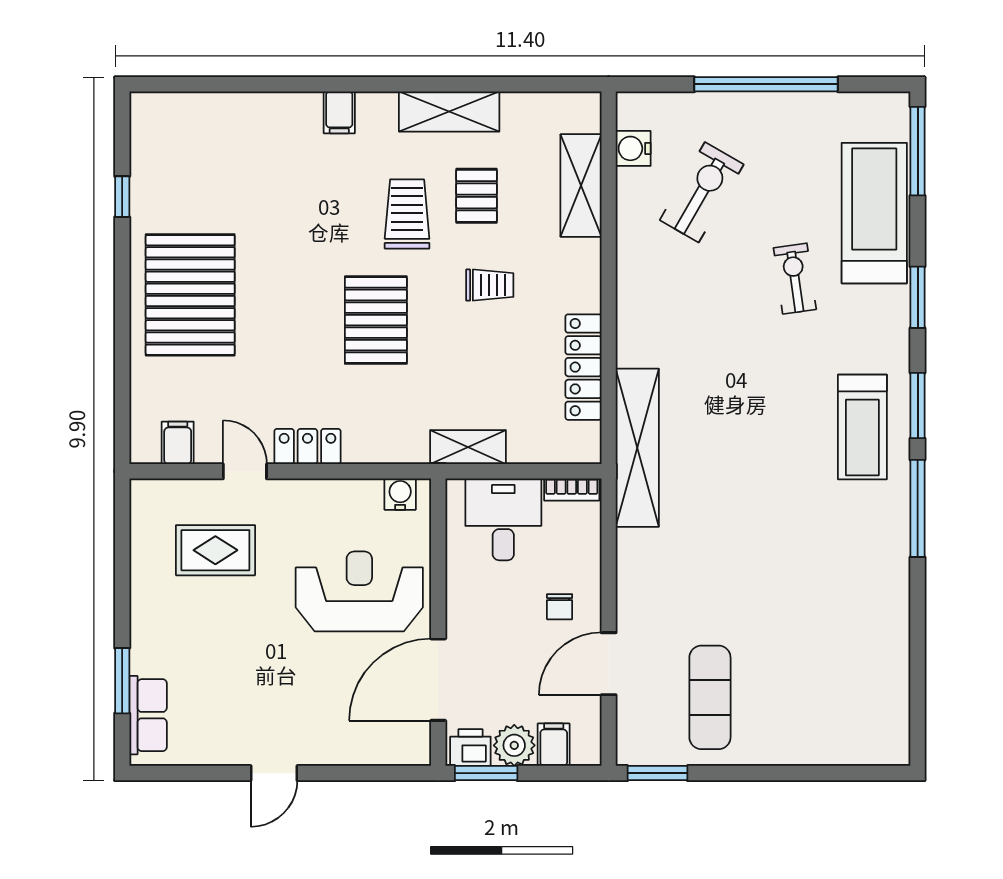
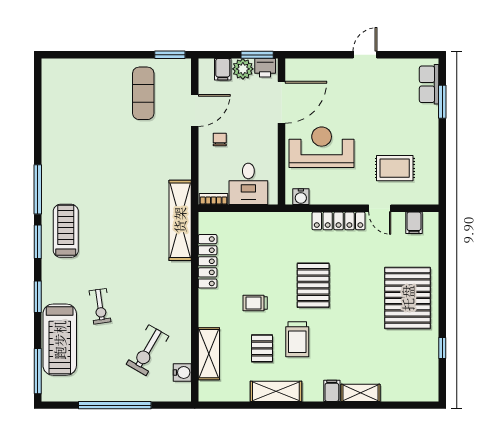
locker: (307, 446) -> (339, 221), width x1.53
shelving: (468, 447) -> (361, 393), moved
reception desk: (359, 591) -> (322, 147), turned 180

